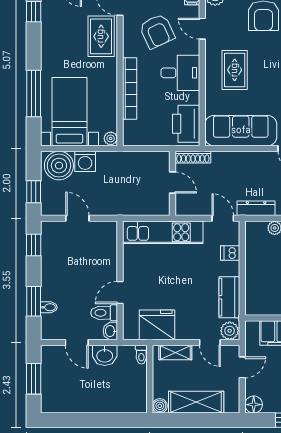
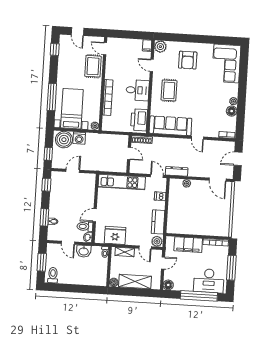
armchair: (157, 31) -> (125, 65), removed
door: (77, 218) -> (73, 171), hinge flipped
toilet: (54, 400) -> (53, 275), added

